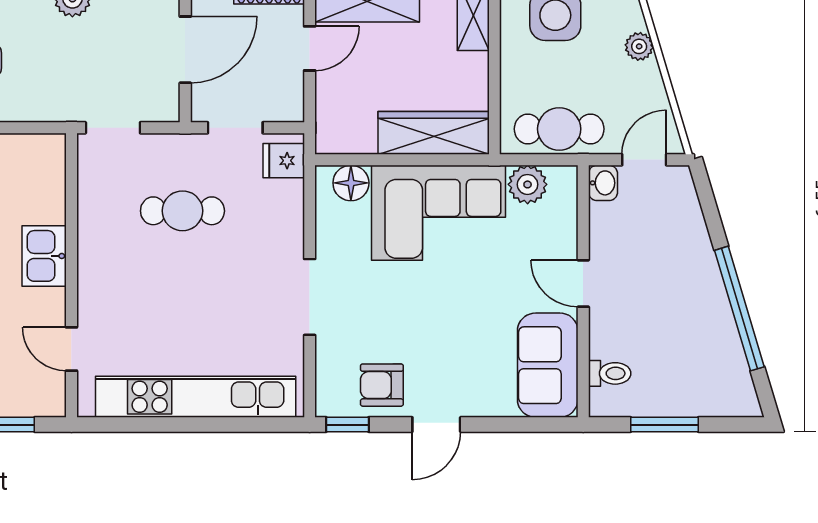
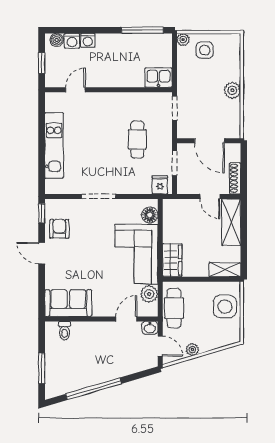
plant: (639, 46) -> (192, 349), moved
wardrobe: (434, 133) -> (172, 260), width x0.67
kitchen sink: (44, 256) -> (159, 78), moved
door: (583, 283) -> (126, 319), moved
kitchen unit: (196, 397) -> (54, 145), width x0.73
window: (664, 425) -> (42, 368), moved

